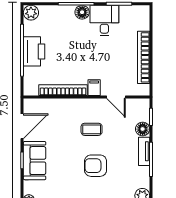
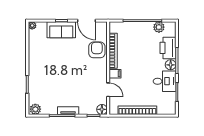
plant: (31, 13) -> (159, 27), moved
printer: (34, 51) -> (168, 48), moved, turned 90
door: (116, 97) -> (108, 90), swing flipped
coffee table: (92, 129) -> (84, 72), removed
floor lamp: (143, 129) -> (102, 109), moved
armchair: (96, 166) -> (97, 50), moved

